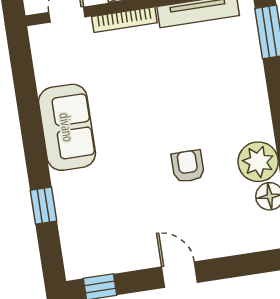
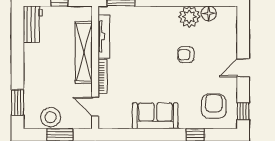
armchair: (101, 232) -> (214, 106), added

